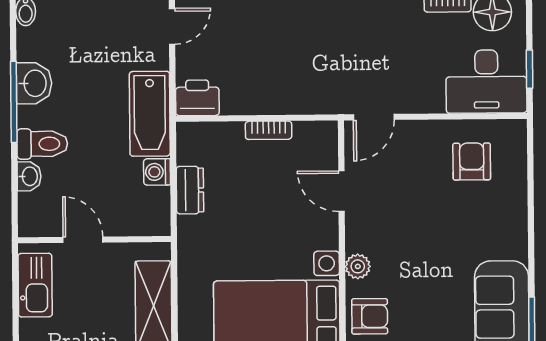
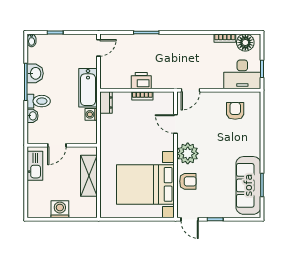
printer: (197, 98) -> (141, 81), moved
dresser: (190, 190) -> (106, 103), moved
door: (83, 240) -> (57, 145), swing flipped
plant: (358, 266) -> (188, 153), width x1.88, depth x1.88

